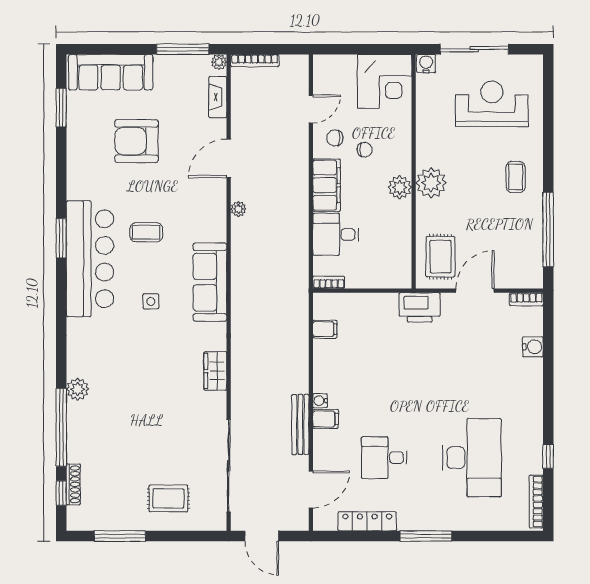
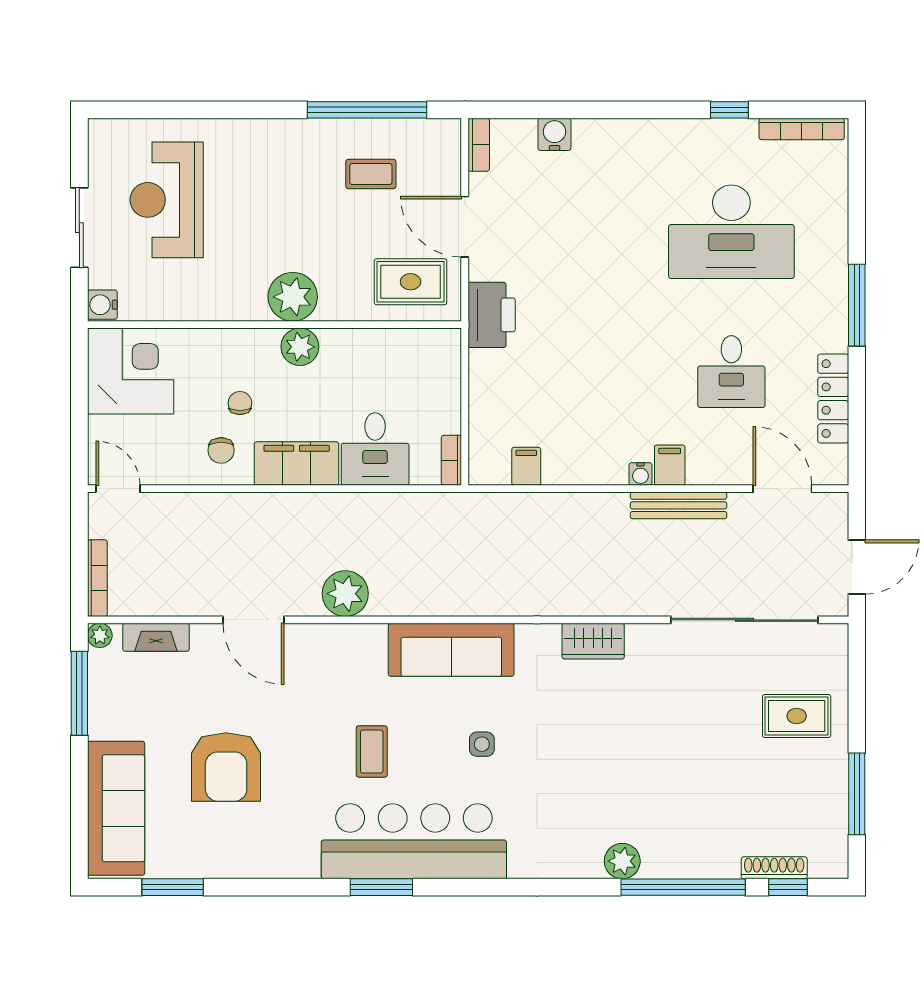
sliding door: (474, 49) -> (79, 228), width x0.73
door: (311, 109) -> (118, 489), moved
coffee table: (516, 177) -> (371, 174), moved
plant: (238, 209) -> (345, 594), width x1.87, depth x1.87
desk: (472, 458) -> (731, 232), turned 180
rug: (168, 498) -> (797, 716), turned 90

